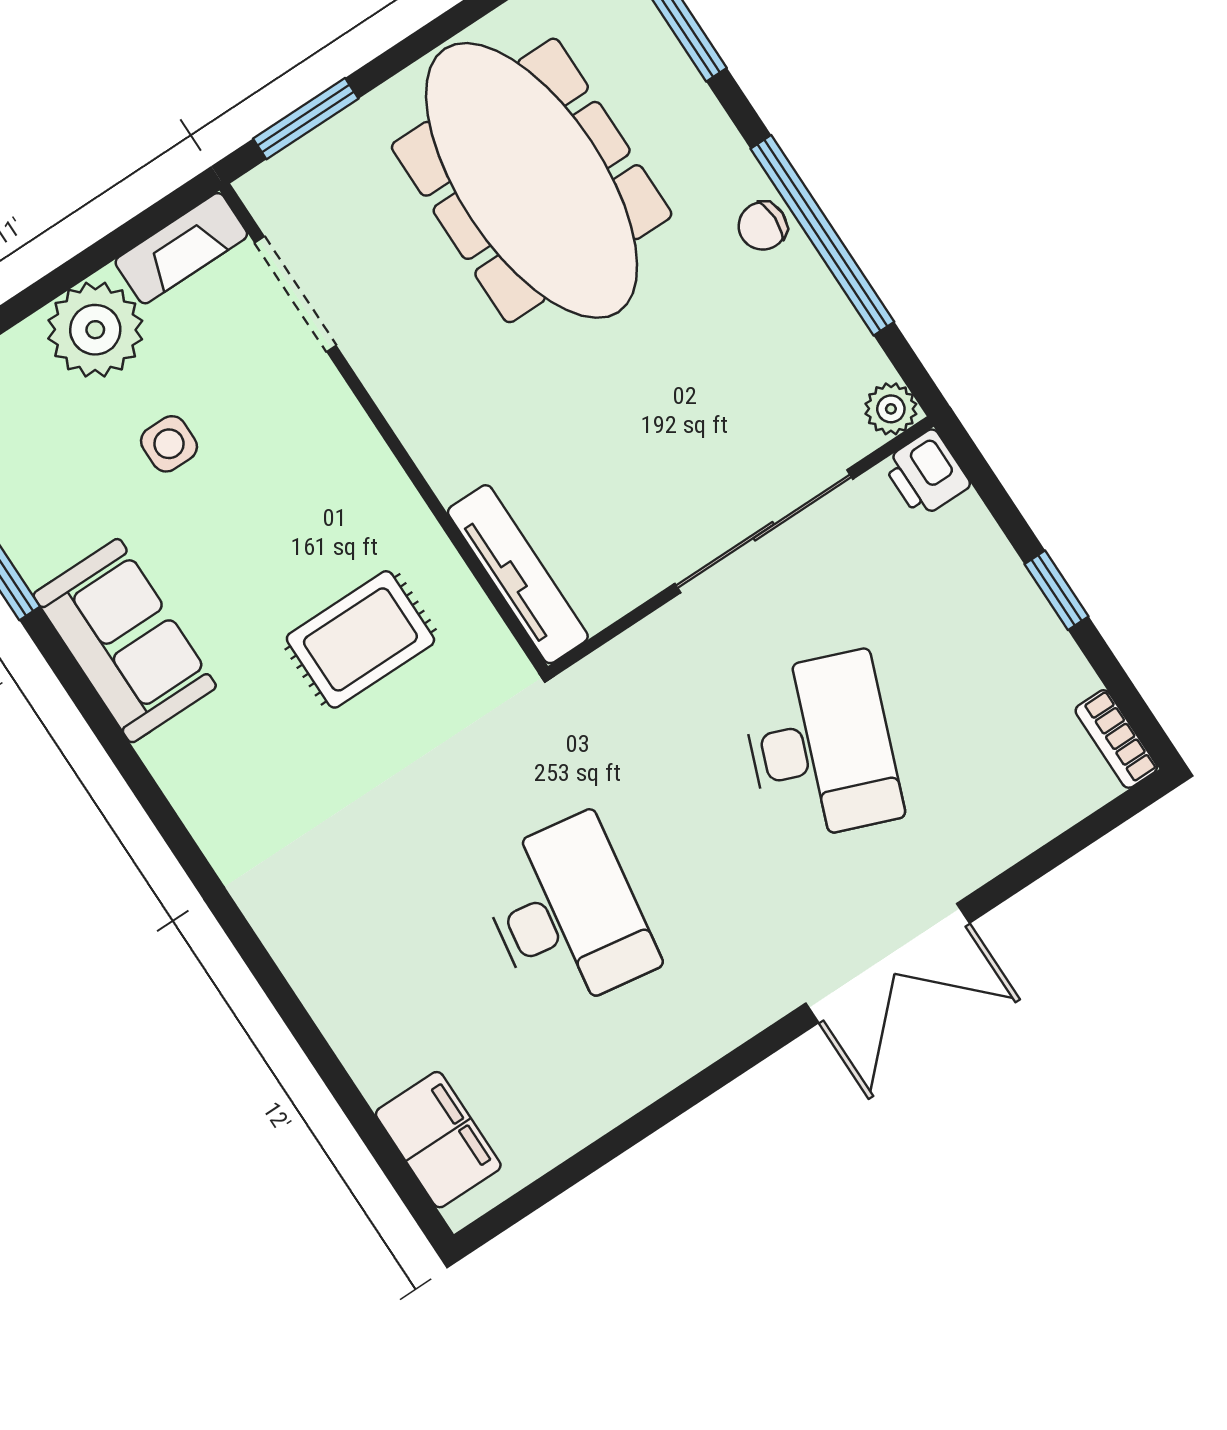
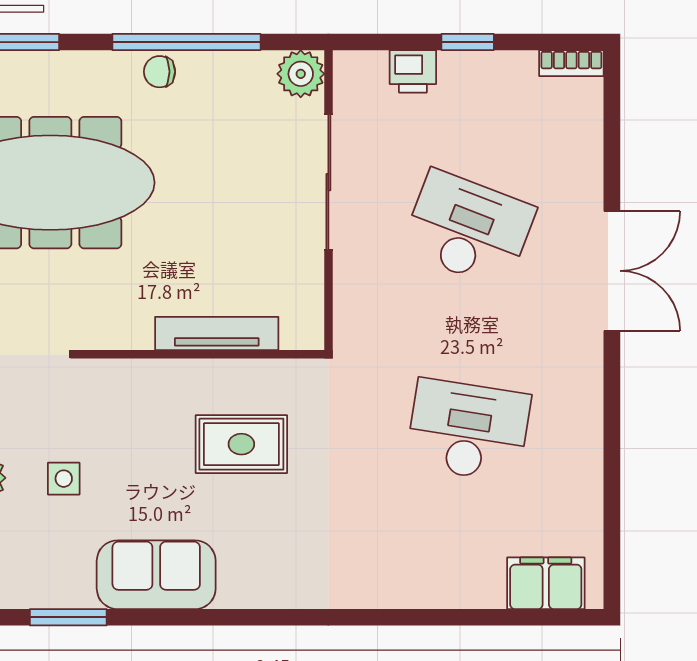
chair: (763, 226) -> (160, 72), turned 90
plant: (891, 409) -> (301, 74), width x1.38, depth x1.38
printer: (926, 474) -> (413, 71), moved
tv unit: (518, 574) -> (217, 333), moved
rug: (360, 639) -> (241, 444), turned 90

